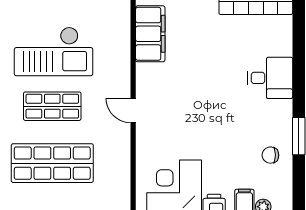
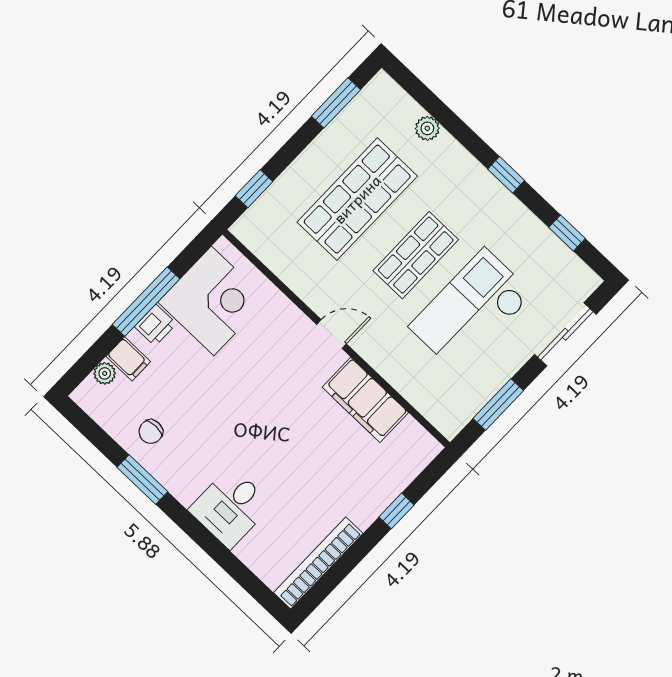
filing cabinet: (150, 34) -> (365, 400), moved
chair: (270, 155) -> (151, 432), turned 180

